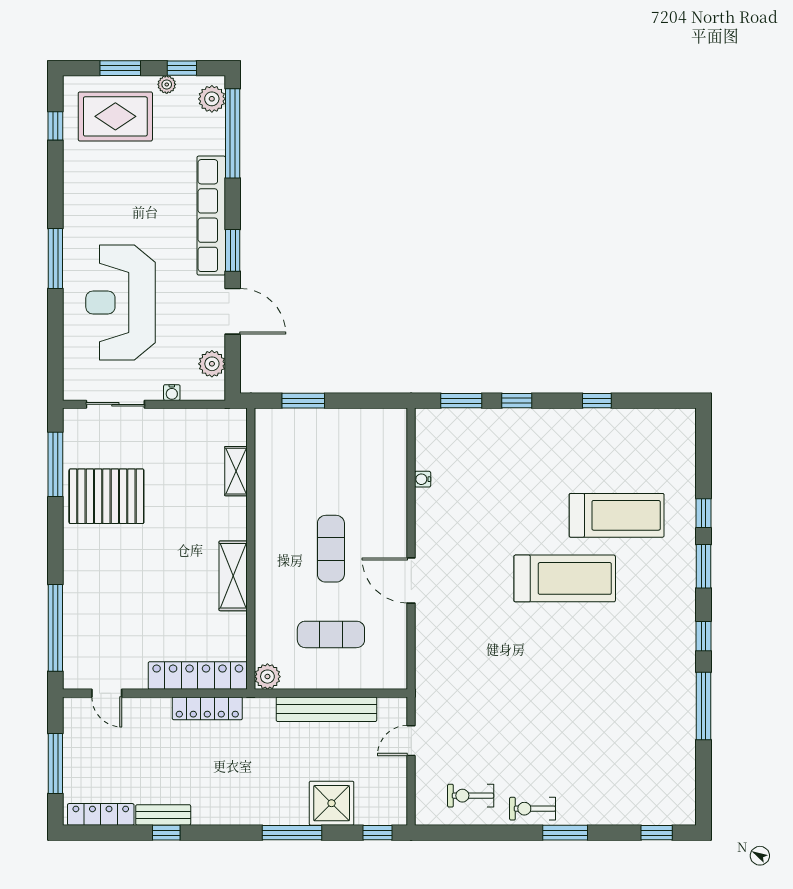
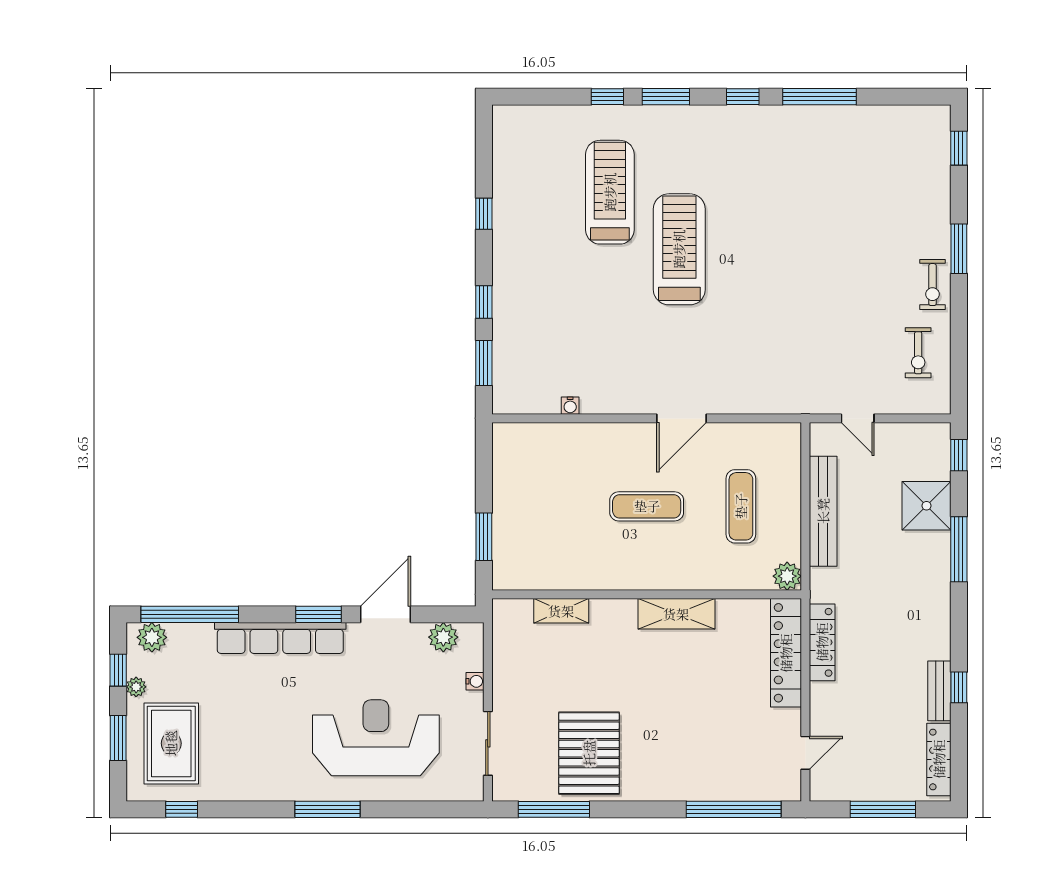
reception desk: (120, 303) -> (376, 738), turned 180

